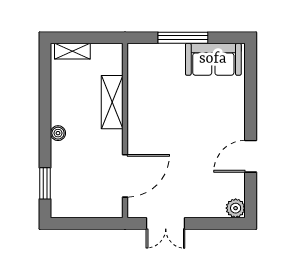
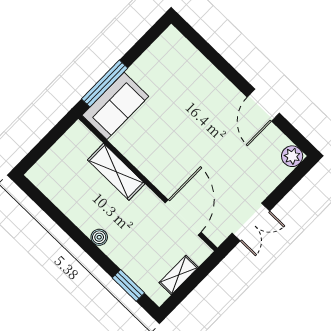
window: (183, 38) -> (105, 83), moved
shelving: (72, 51) -> (179, 275), moved
sofa: (213, 59) -> (115, 106), moved

